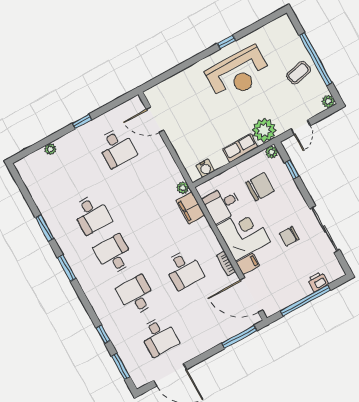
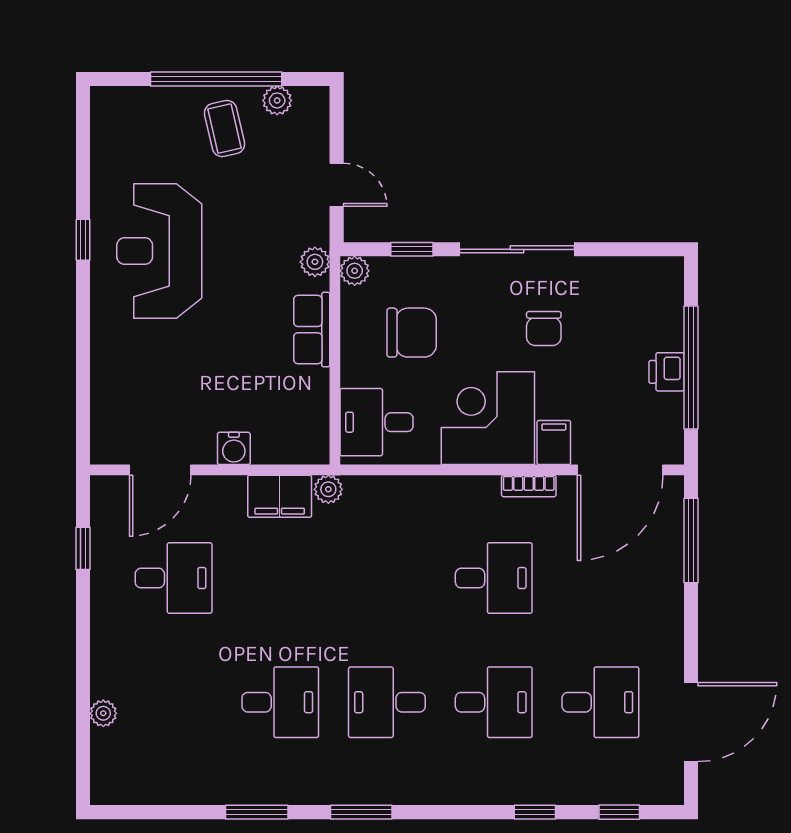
reception desk: (238, 73) -> (159, 251), turned 180
plant: (328, 101) -> (277, 100), moved
window: (82, 122) -> (83, 548), moved
plant: (264, 130) -> (315, 262), width x0.53, depth x0.53
water cooler: (205, 168) -> (234, 448), moved, turned 90
chair: (260, 187) -> (412, 333), turned 90
desk: (222, 204) -> (376, 422), moved, turned 90
filing cabinet: (190, 208) -> (280, 496), moved
sliding door: (325, 229) -> (517, 249), moved
printer: (318, 282) -> (667, 372), moved
desk: (136, 296) -> (494, 702), turned 180
window: (121, 366) -> (619, 812), width x0.67

